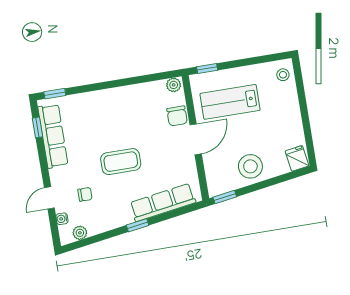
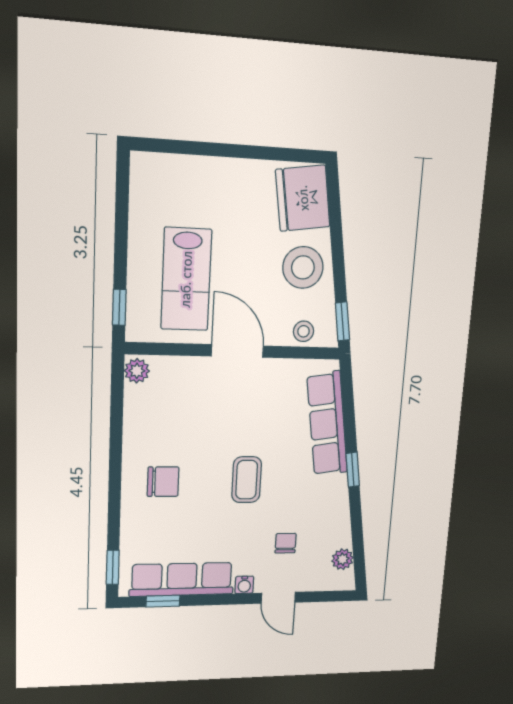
stool: (283, 75) -> (304, 331), moved
chair: (177, 116) -> (163, 482), moved
fridge: (297, 158) -> (303, 198), width x1.88, depth x1.34
coffee table: (121, 162) -> (247, 480), width x0.73, depth x0.77
water cooler: (62, 219) -> (244, 585), moved

